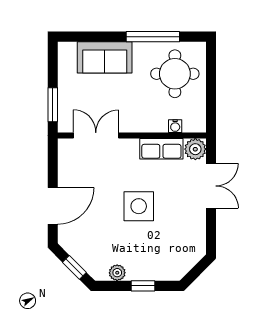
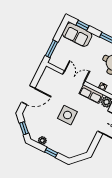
window: (86, 37) -> (83, 25), added
sofa: (105, 57) -> (77, 35), moved
double door: (96, 136) -> (74, 78), moved

